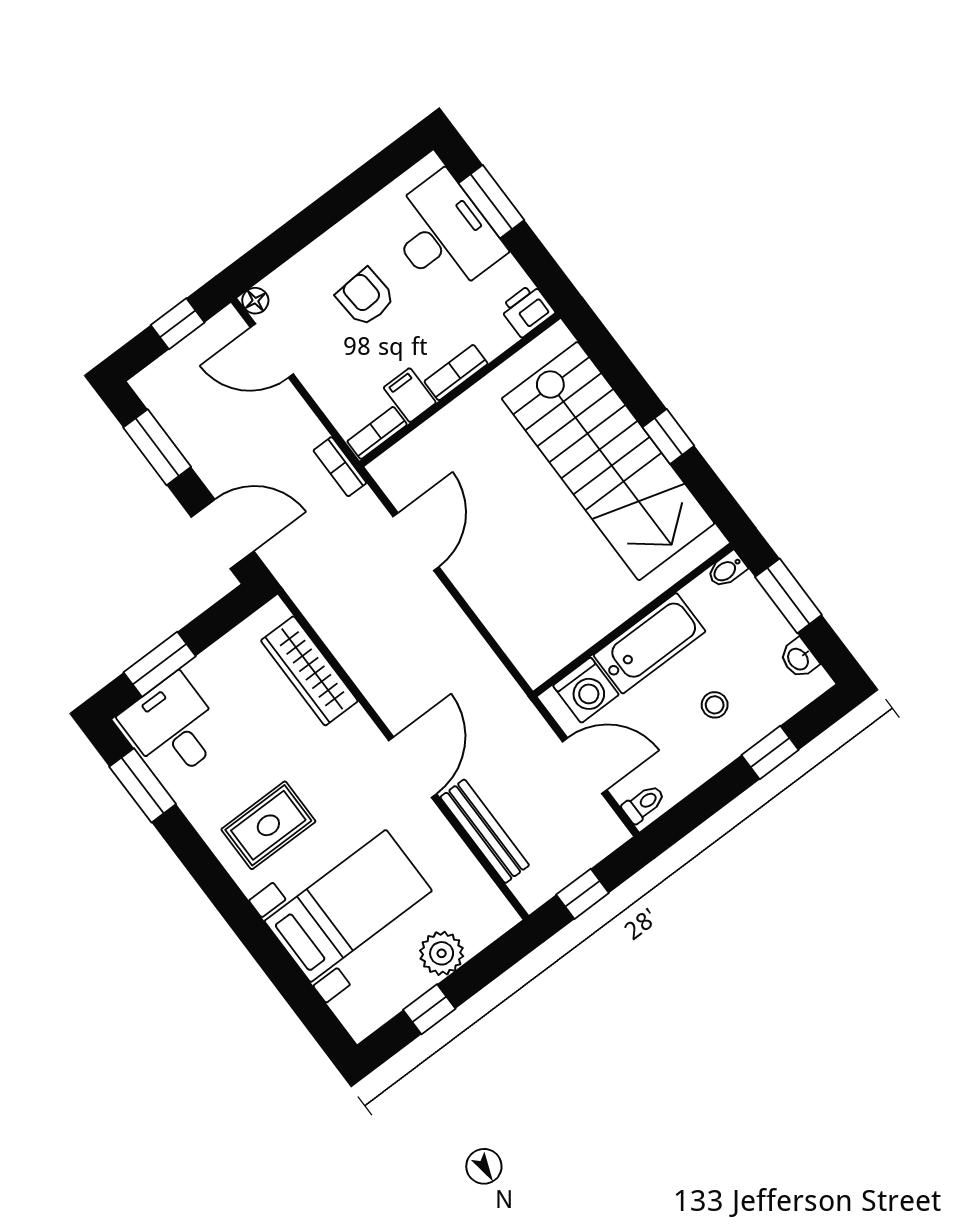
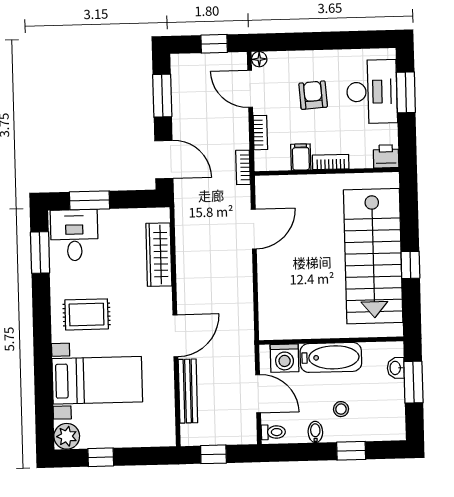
bookcase: (377, 433) -> (260, 133), moved, turned 90
bidet: (727, 570) -> (315, 432), moved, turned 90
washbasin: (799, 659) -> (396, 368), moved
plant: (442, 953) -> (67, 436), moved

